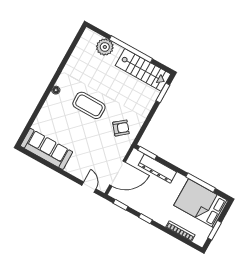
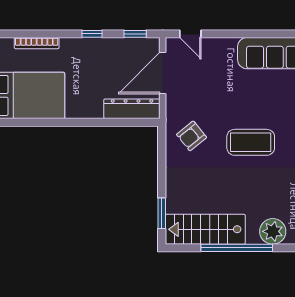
window: (147, 153) -> (138, 122), removed
dresser: (157, 169) -> (132, 109), moved
window: (201, 183) -> (46, 122), removed

